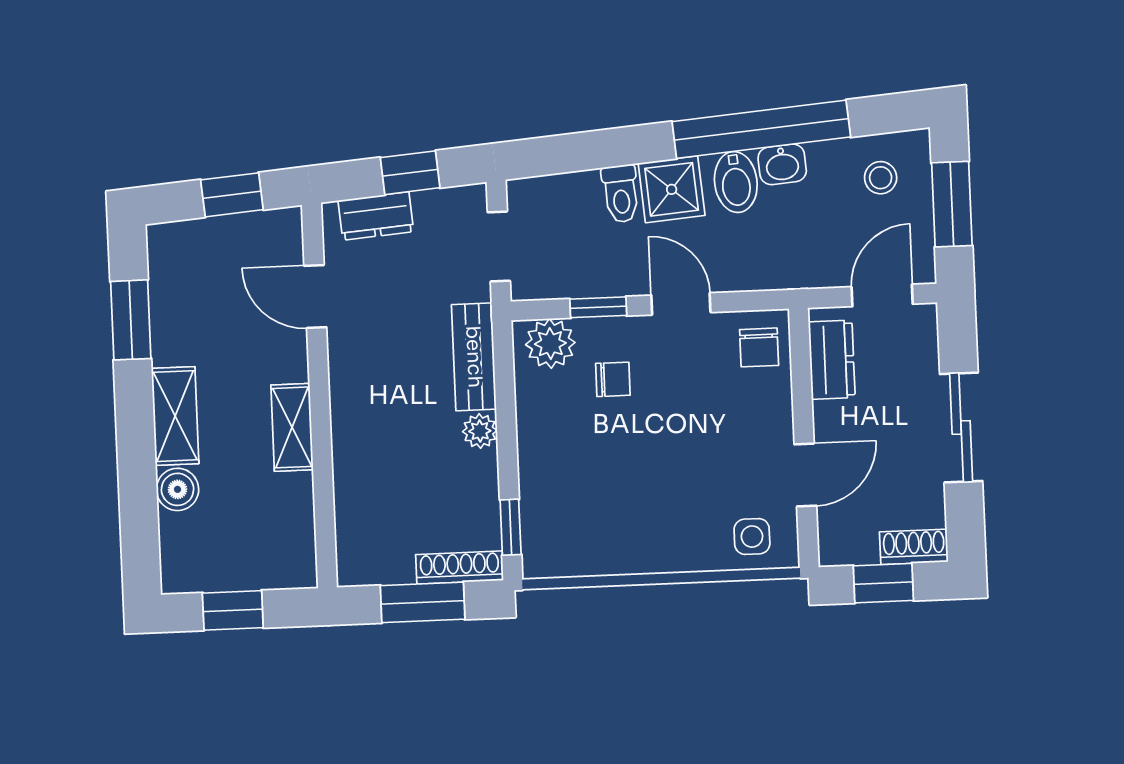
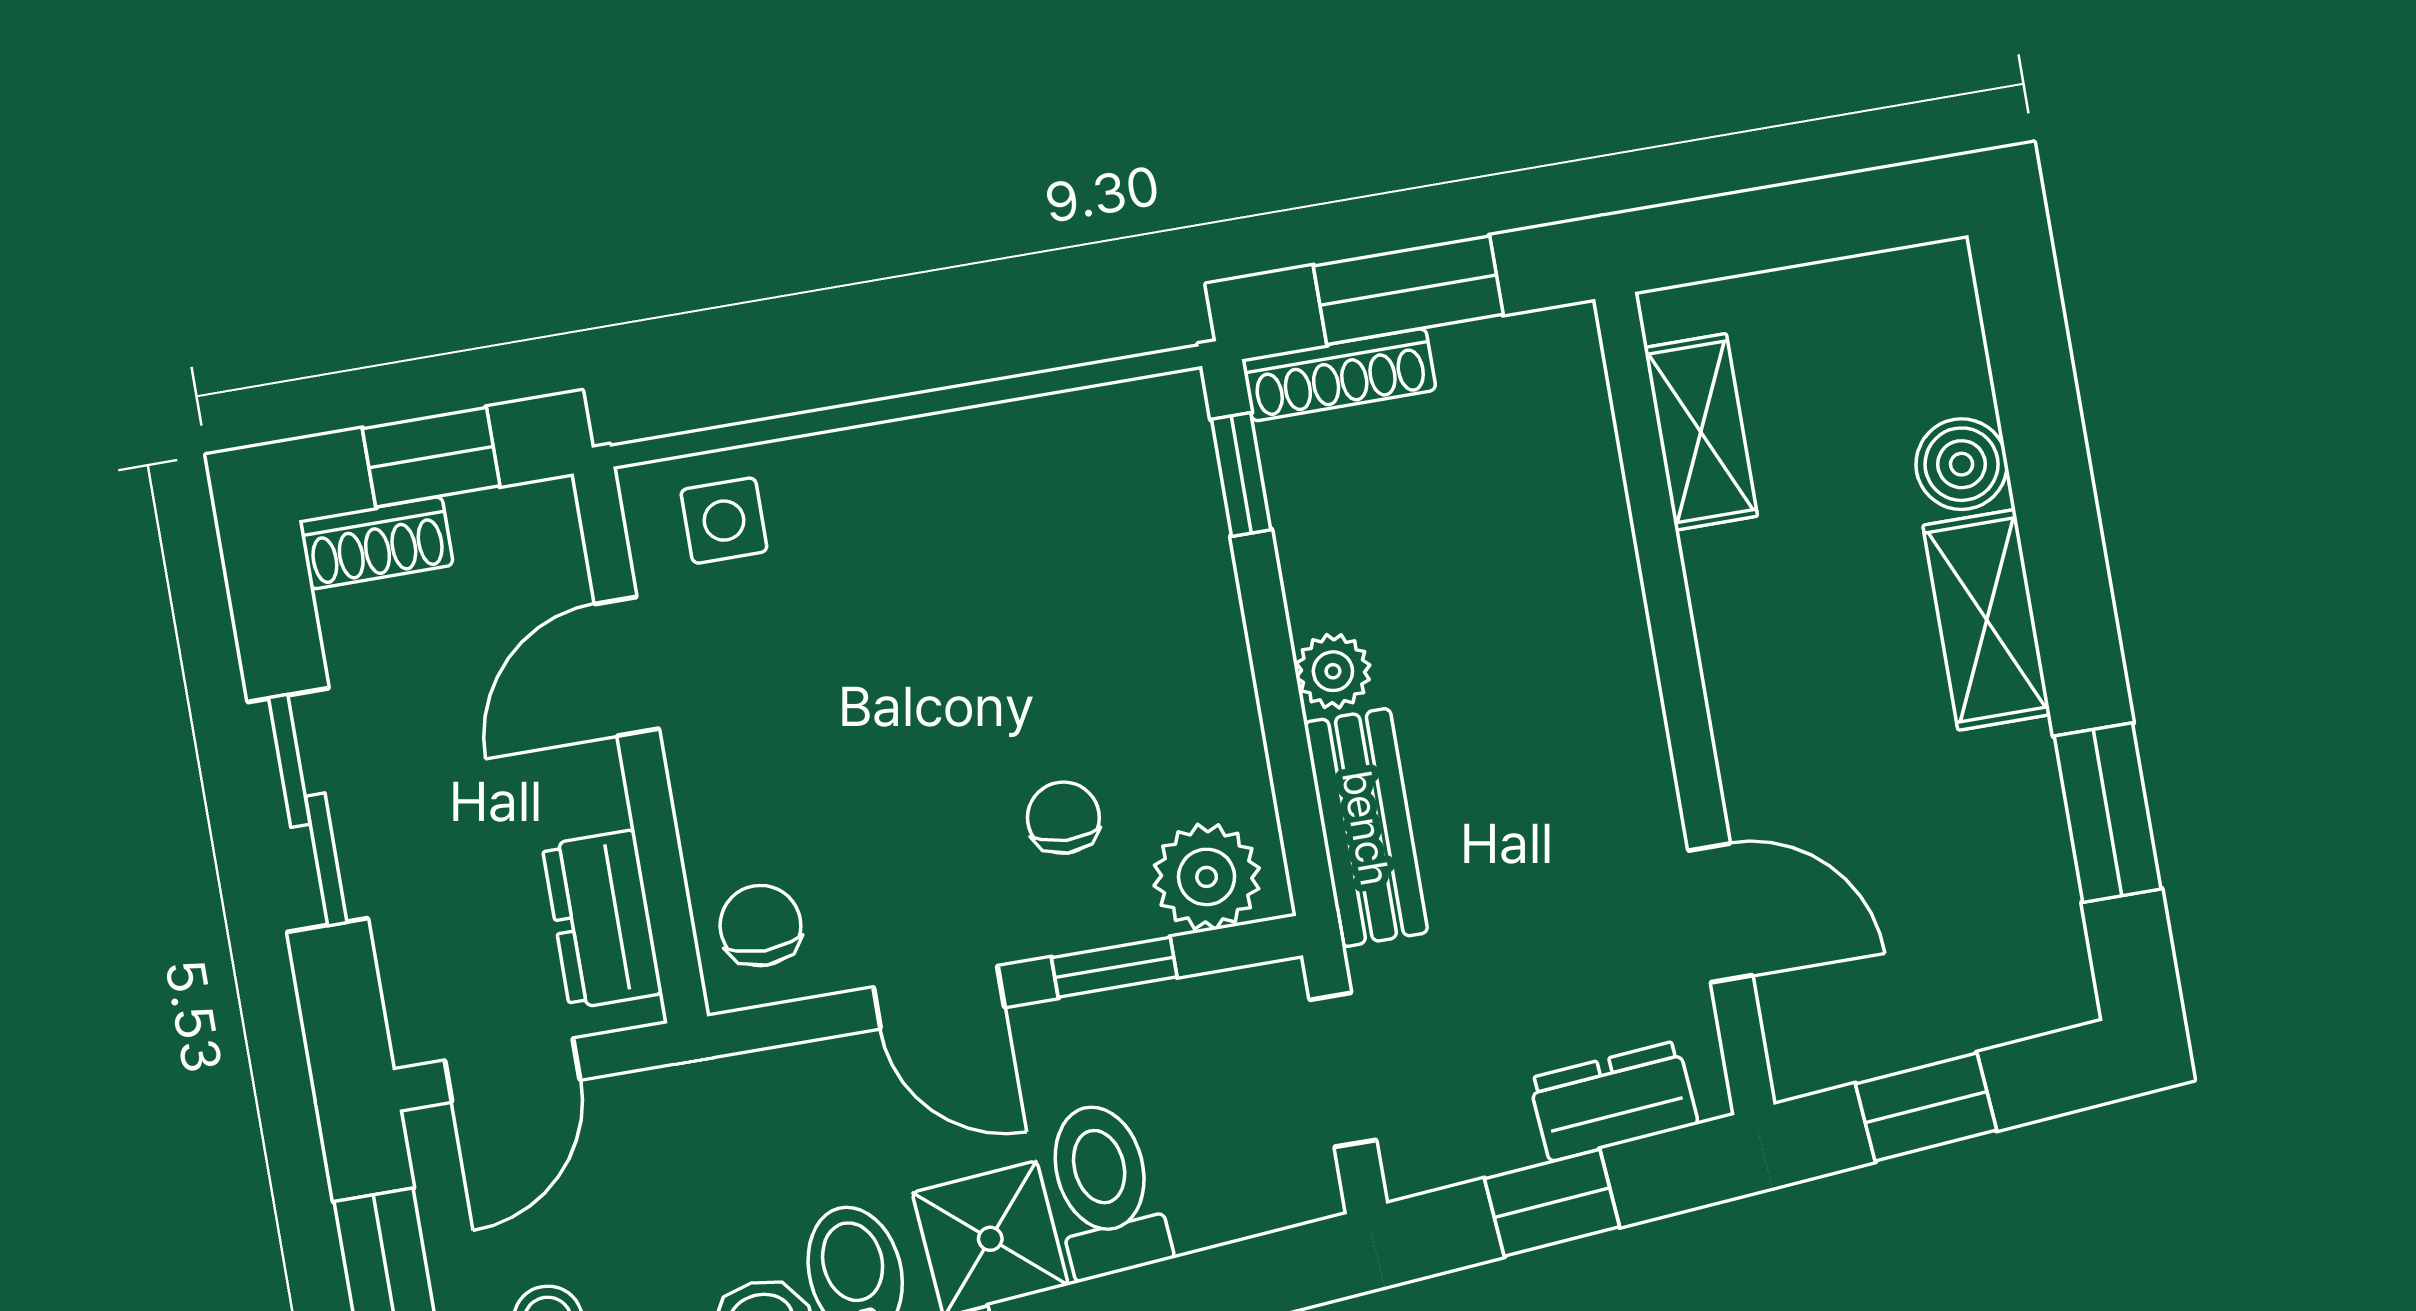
toilet: (621, 194) -> (1105, 1189), width x1.37, depth x1.39
chair: (613, 379) -> (1063, 818), turned 92
shelving: (292, 427) -> (1701, 432), moved
window: (233, 610) -> (1811, 221), removed

